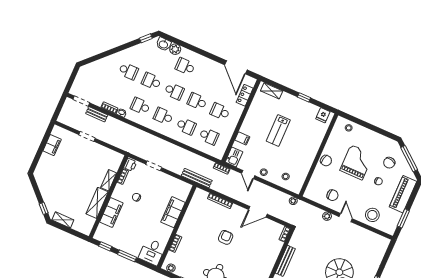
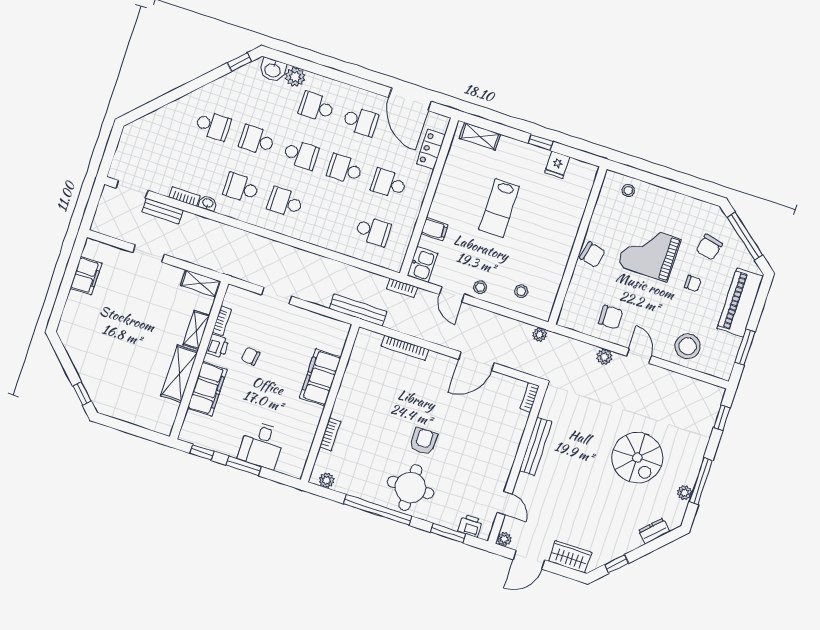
fridge: (323, 115) -> (557, 165), moved
school desk: (186, 126) -> (360, 121), moved
grand piano: (357, 162) -> (649, 252), turned -90
printer: (130, 165) -> (217, 346), moved
shelving: (63, 220) -> (201, 283), moved
armchair: (226, 237) -> (424, 441), moved
desk: (152, 252) -> (262, 445), moved
window: (387, 255) -> (722, 418), added

